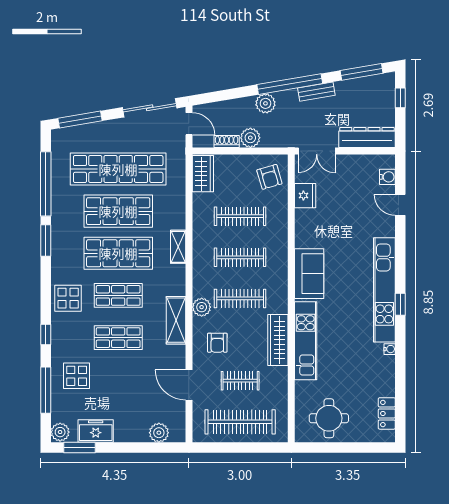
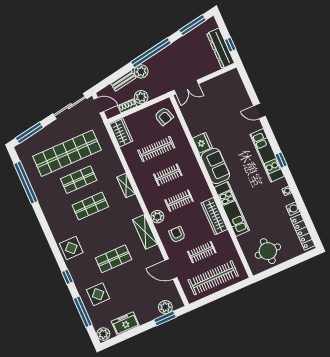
bench: (316, 92) -> (123, 81), moved
window: (400, 98) -> (230, 45), moved
dresser: (367, 137) -> (220, 48), moved, turned -90
water cooler: (387, 177) -> (293, 209), moved
fridge: (305, 196) -> (202, 143), moved
door: (400, 205) -> (259, 111), moved
shop shelf: (118, 211) -> (79, 180), width x0.70, depth x0.74
window: (46, 240) -> (41, 218), removed
shop shelf: (118, 253) -> (90, 206), width x0.70, depth x0.74
clothes rail: (240, 257) -> (168, 175), width x0.73
kitchen unit: (384, 290) -> (267, 155), width x0.73
shop shelf: (118, 295) -> (102, 232), removed
clothes rail: (240, 298) -> (179, 201), width x0.73
armchair: (217, 343) -> (177, 235), turned 180
locker: (387, 413) -> (303, 232), width x1.53
window: (79, 448) -> (165, 318), moved

